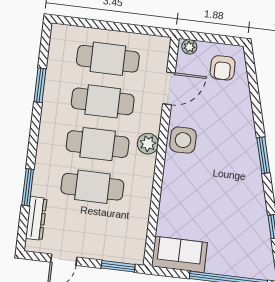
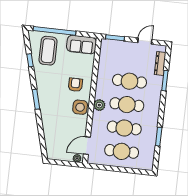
armchair: (223, 68) -> (75, 85), moved
door: (169, 88) -> (87, 146), moved
coffee table: (241, 244) -> (48, 51), added

